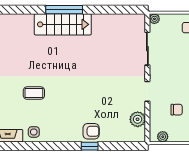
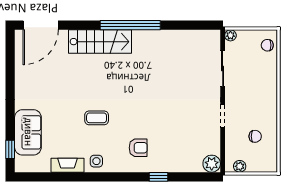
window: (64, 10) -> (130, 25), width x1.46
stairs: (63, 24) -> (100, 42), moved
plant: (138, 119) -> (212, 164), moved
armchair: (91, 131) -> (138, 148), moved

